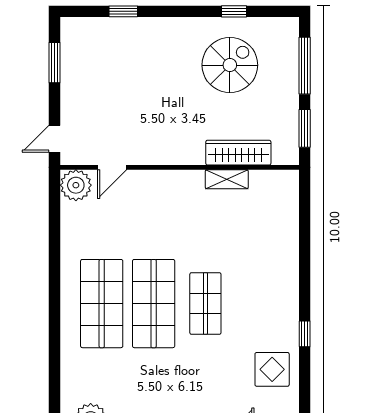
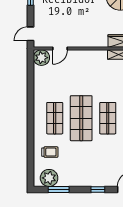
shop shelf: (102, 304) -> (55, 118), width x0.70, depth x0.74
trolley: (92, 370) -> (50, 152), added

